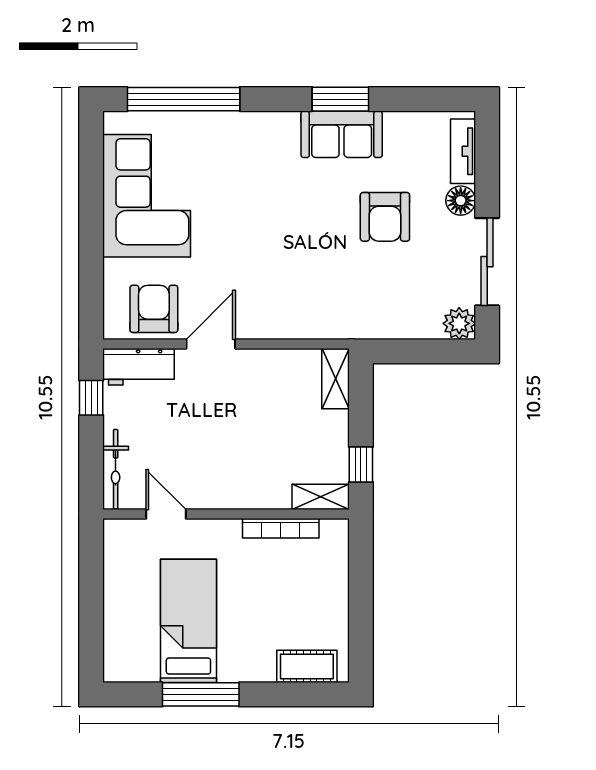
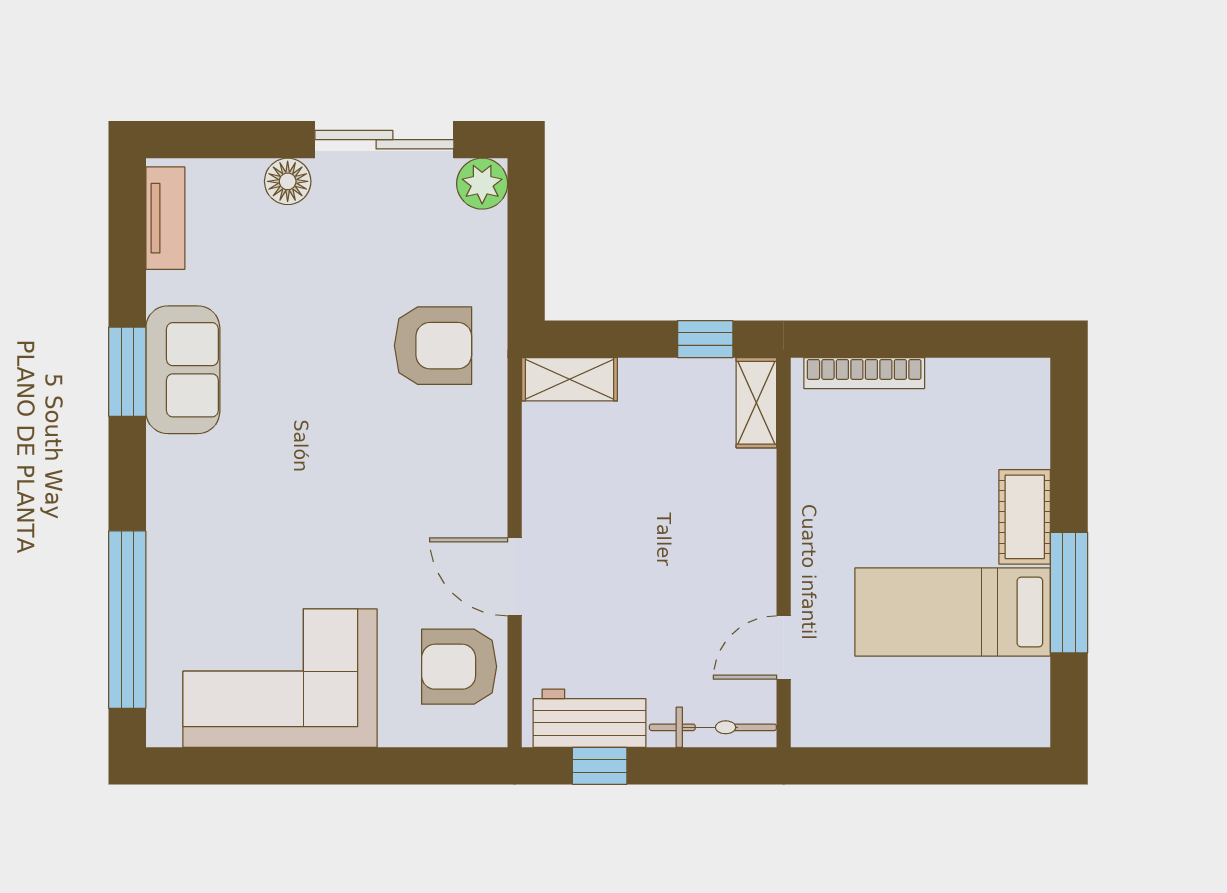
tv unit: (463, 151) -> (165, 218), moved, turned -90
armchair: (385, 217) -> (433, 346), moved
workbench: (138, 367) -> (589, 718), moved, turned -90
bookcase: (281, 528) -> (864, 373), moved, turned 90
cot: (307, 666) -> (1025, 517), moved

